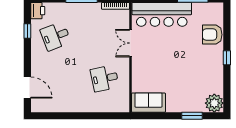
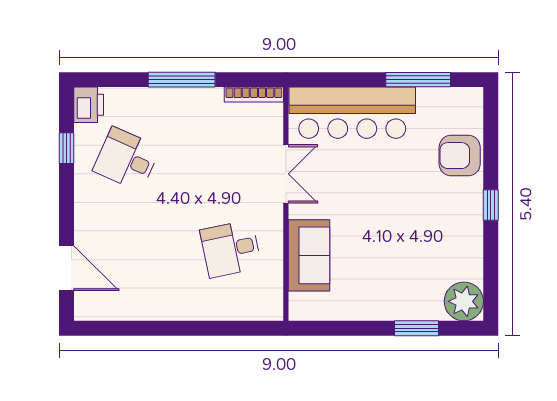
desk: (56, 36) -> (127, 159), turned 45
double door: (131, 43) -> (286, 174), swing flipped
sofa: (148, 103) -> (309, 255), moved, turned 90

